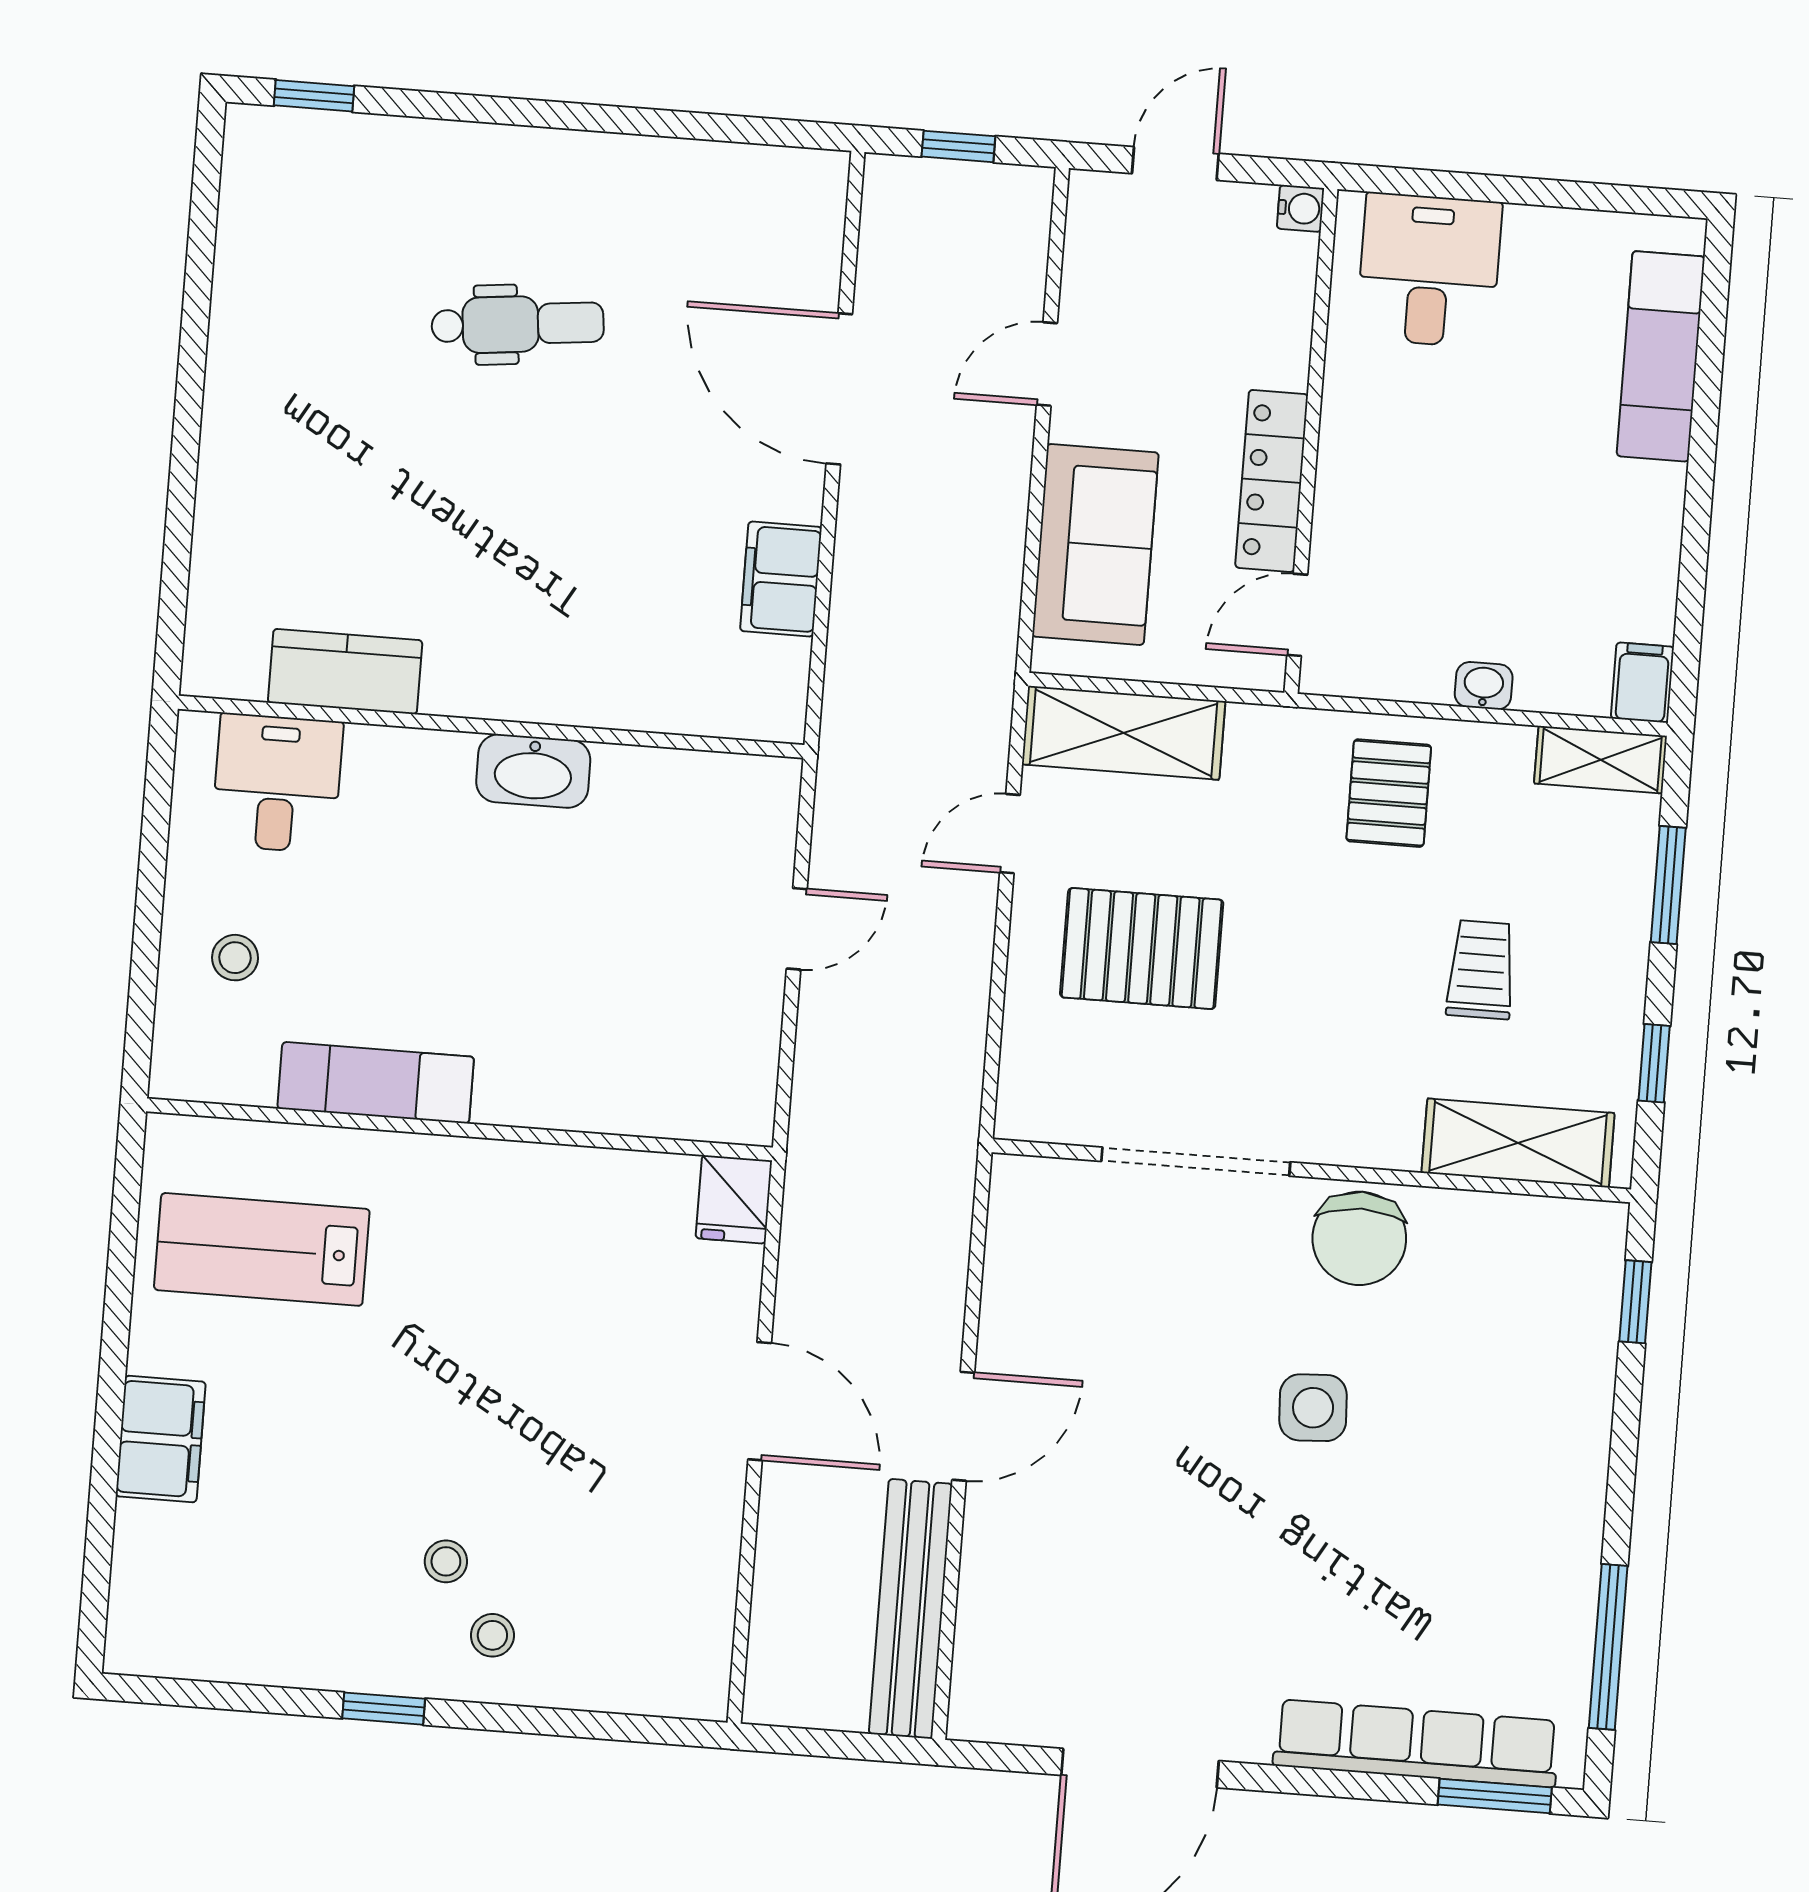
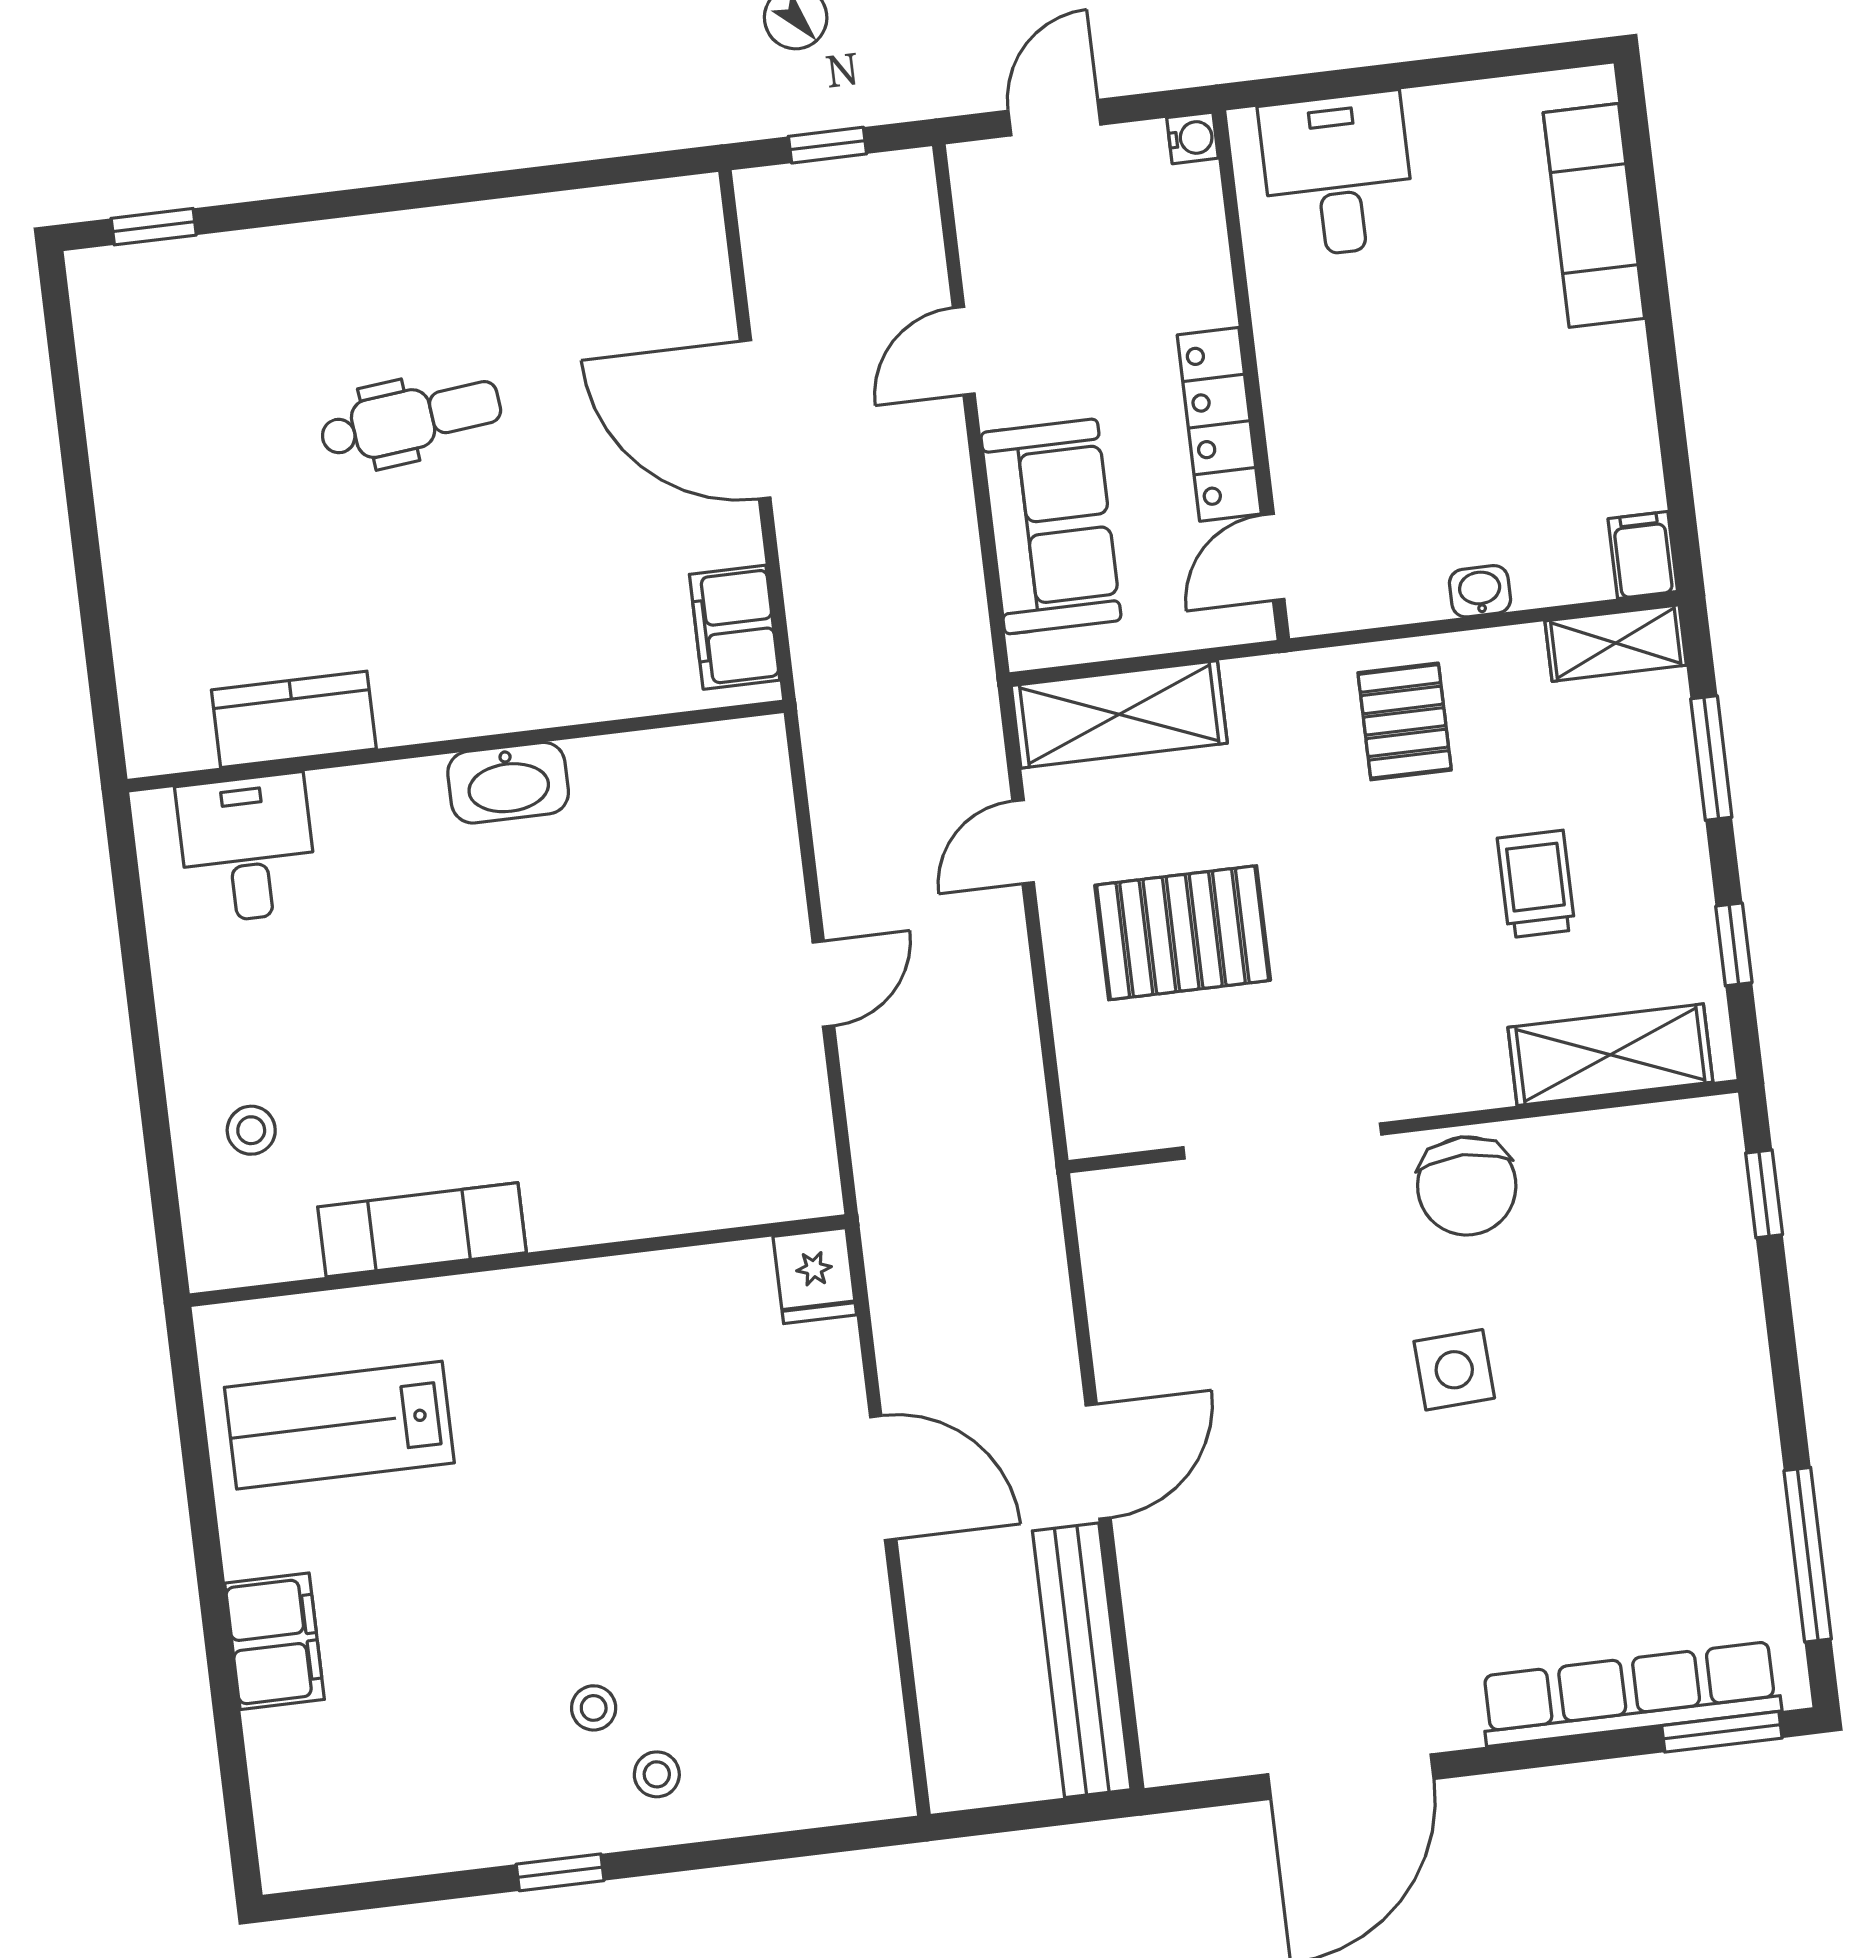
kitchen counter: (345, 672) -> (294, 719), moved
wall: (491, 727) -> (456, 746), moved
washbasin: (533, 771) -> (508, 783), moved
desk: (277, 783) -> (247, 848), moved

